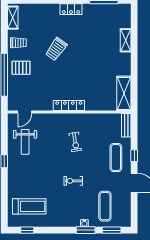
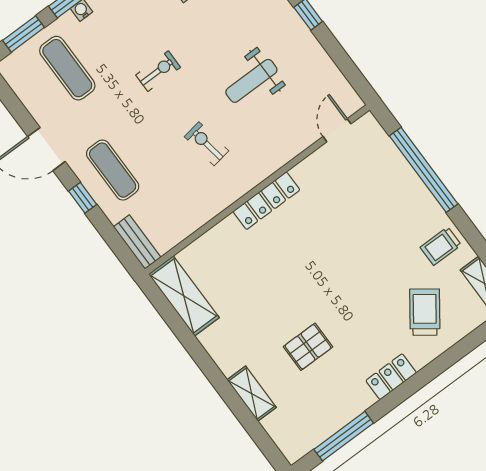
trolley: (56, 49) -> (425, 312), moved
pallet: (21, 68) -> (308, 347), moved
weight bench: (25, 142) -> (251, 81), moved, turned -90

